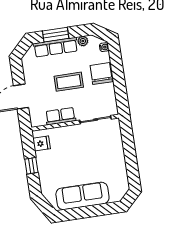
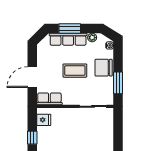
chair: (101, 74) -> (104, 68), turned -90
window: (120, 89) -> (118, 83), added
row of seats: (61, 116) -> (49, 99), moved

